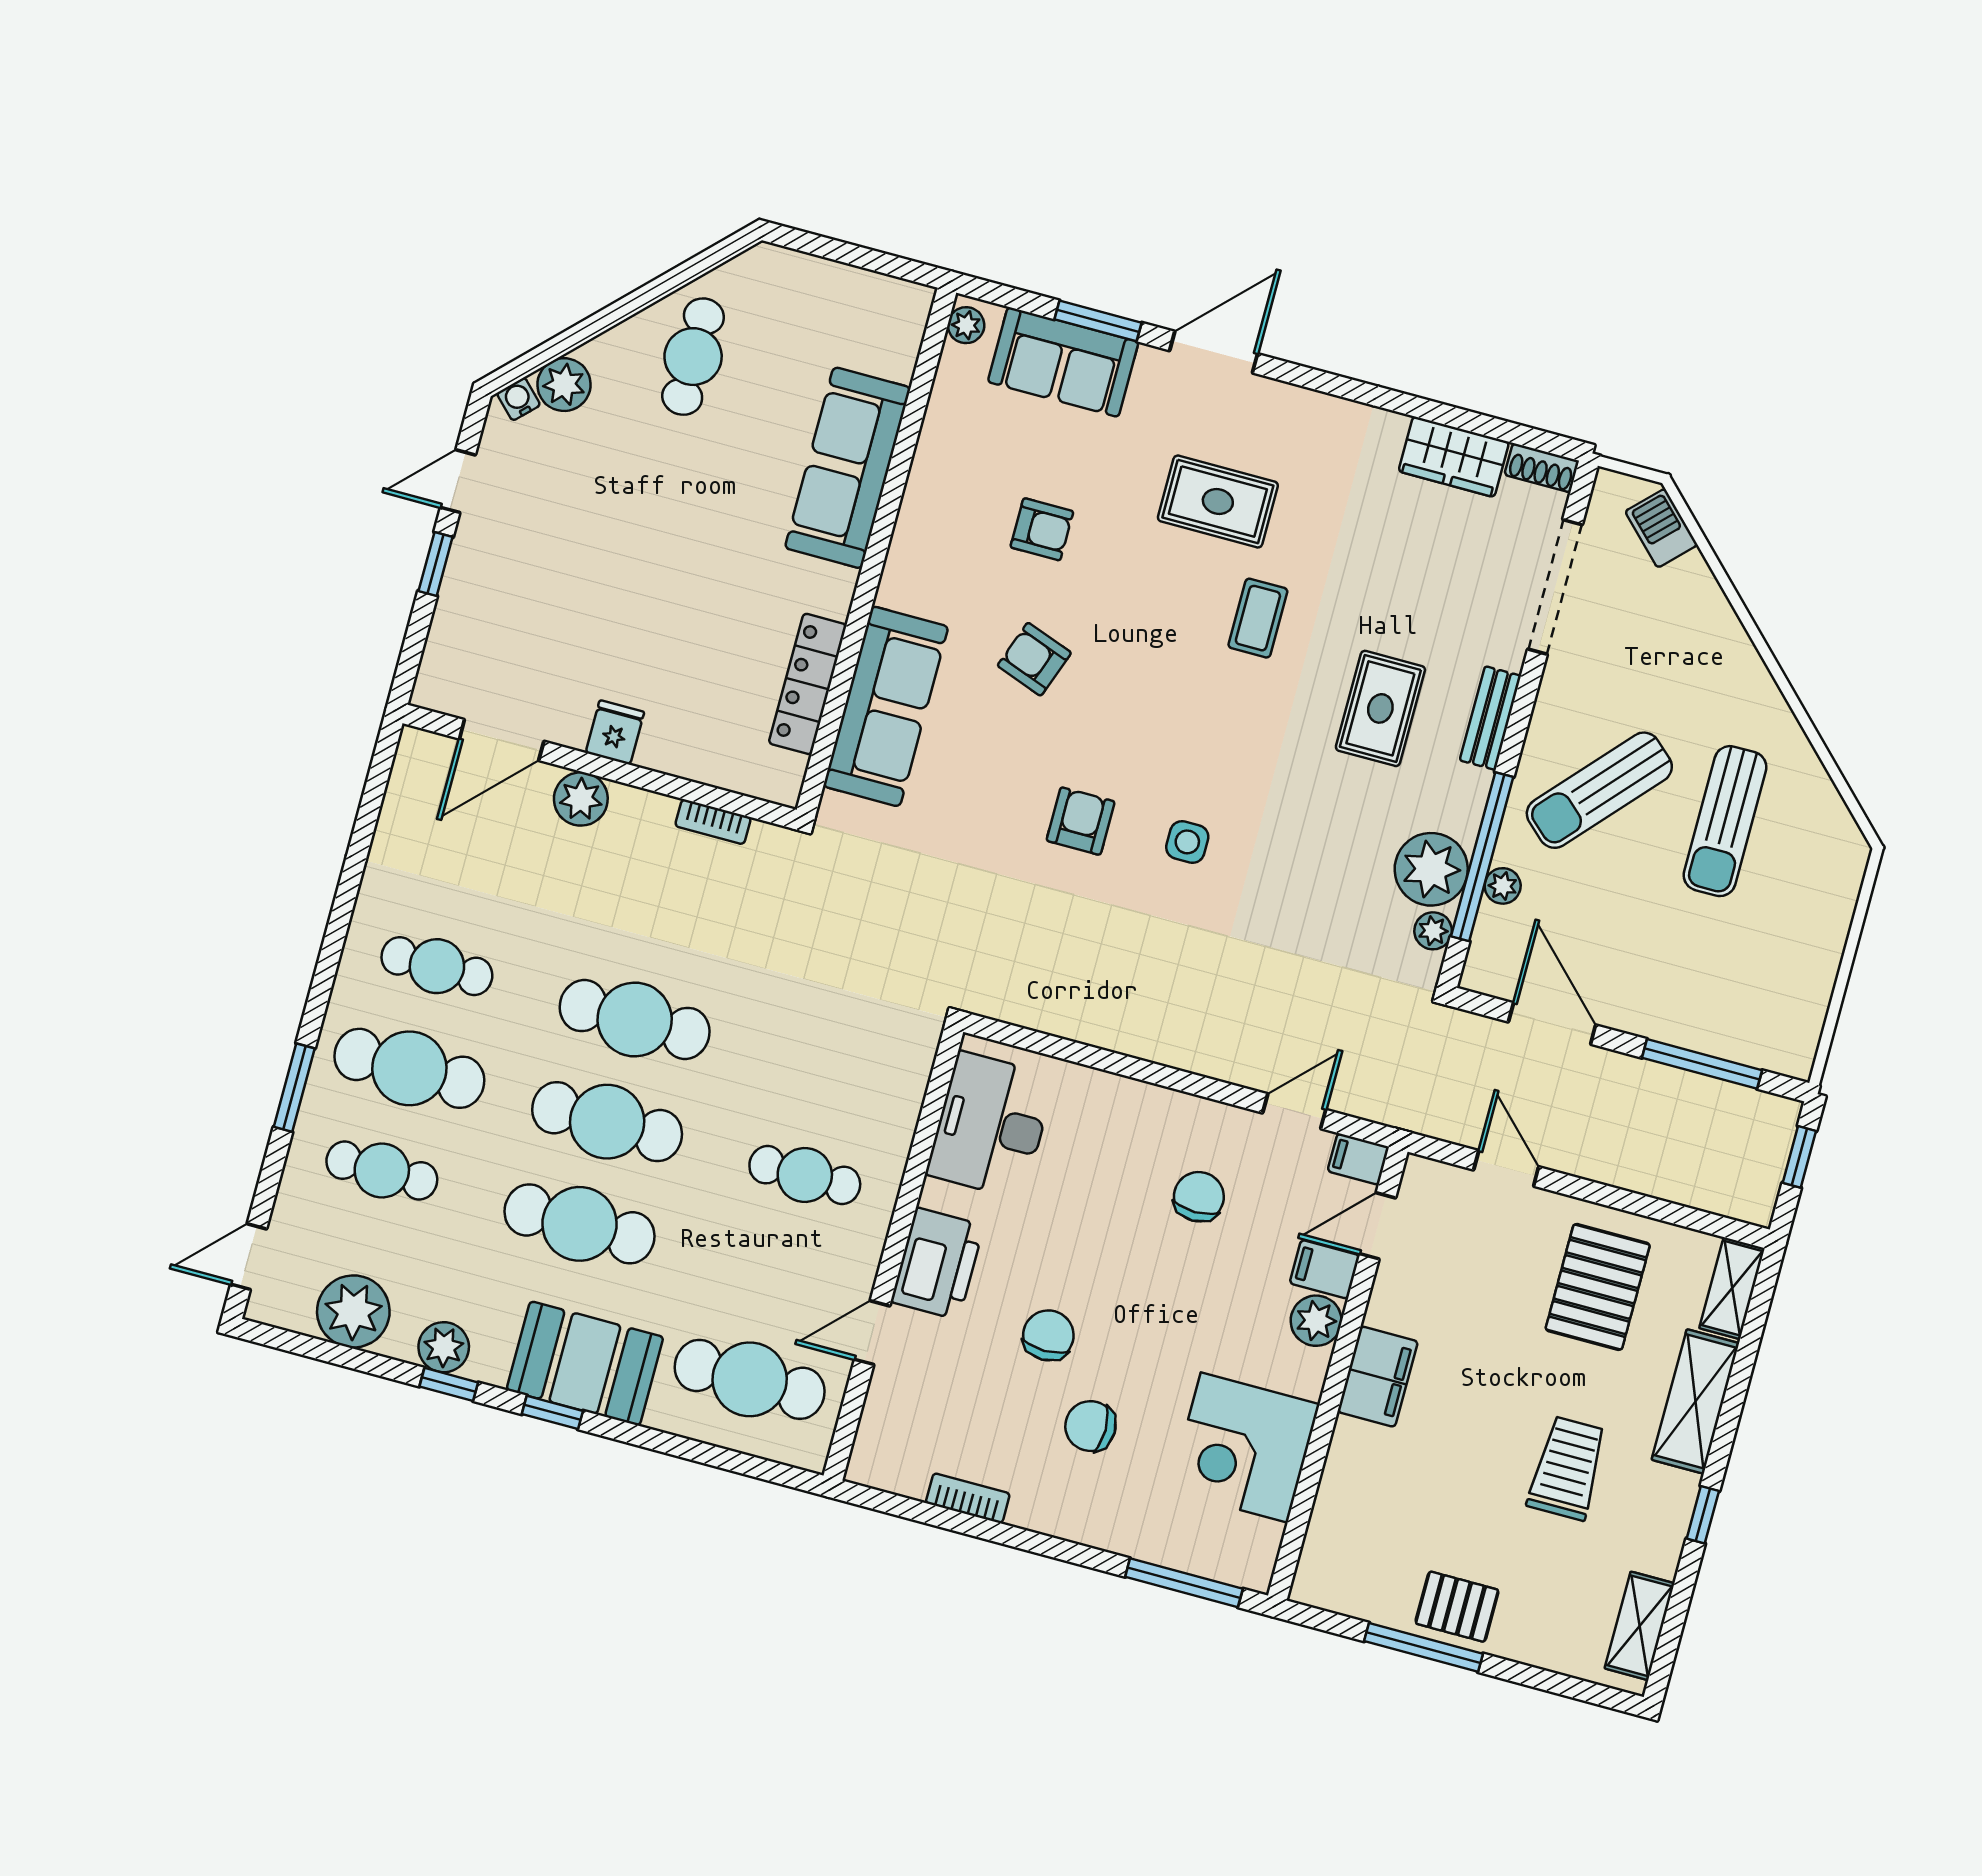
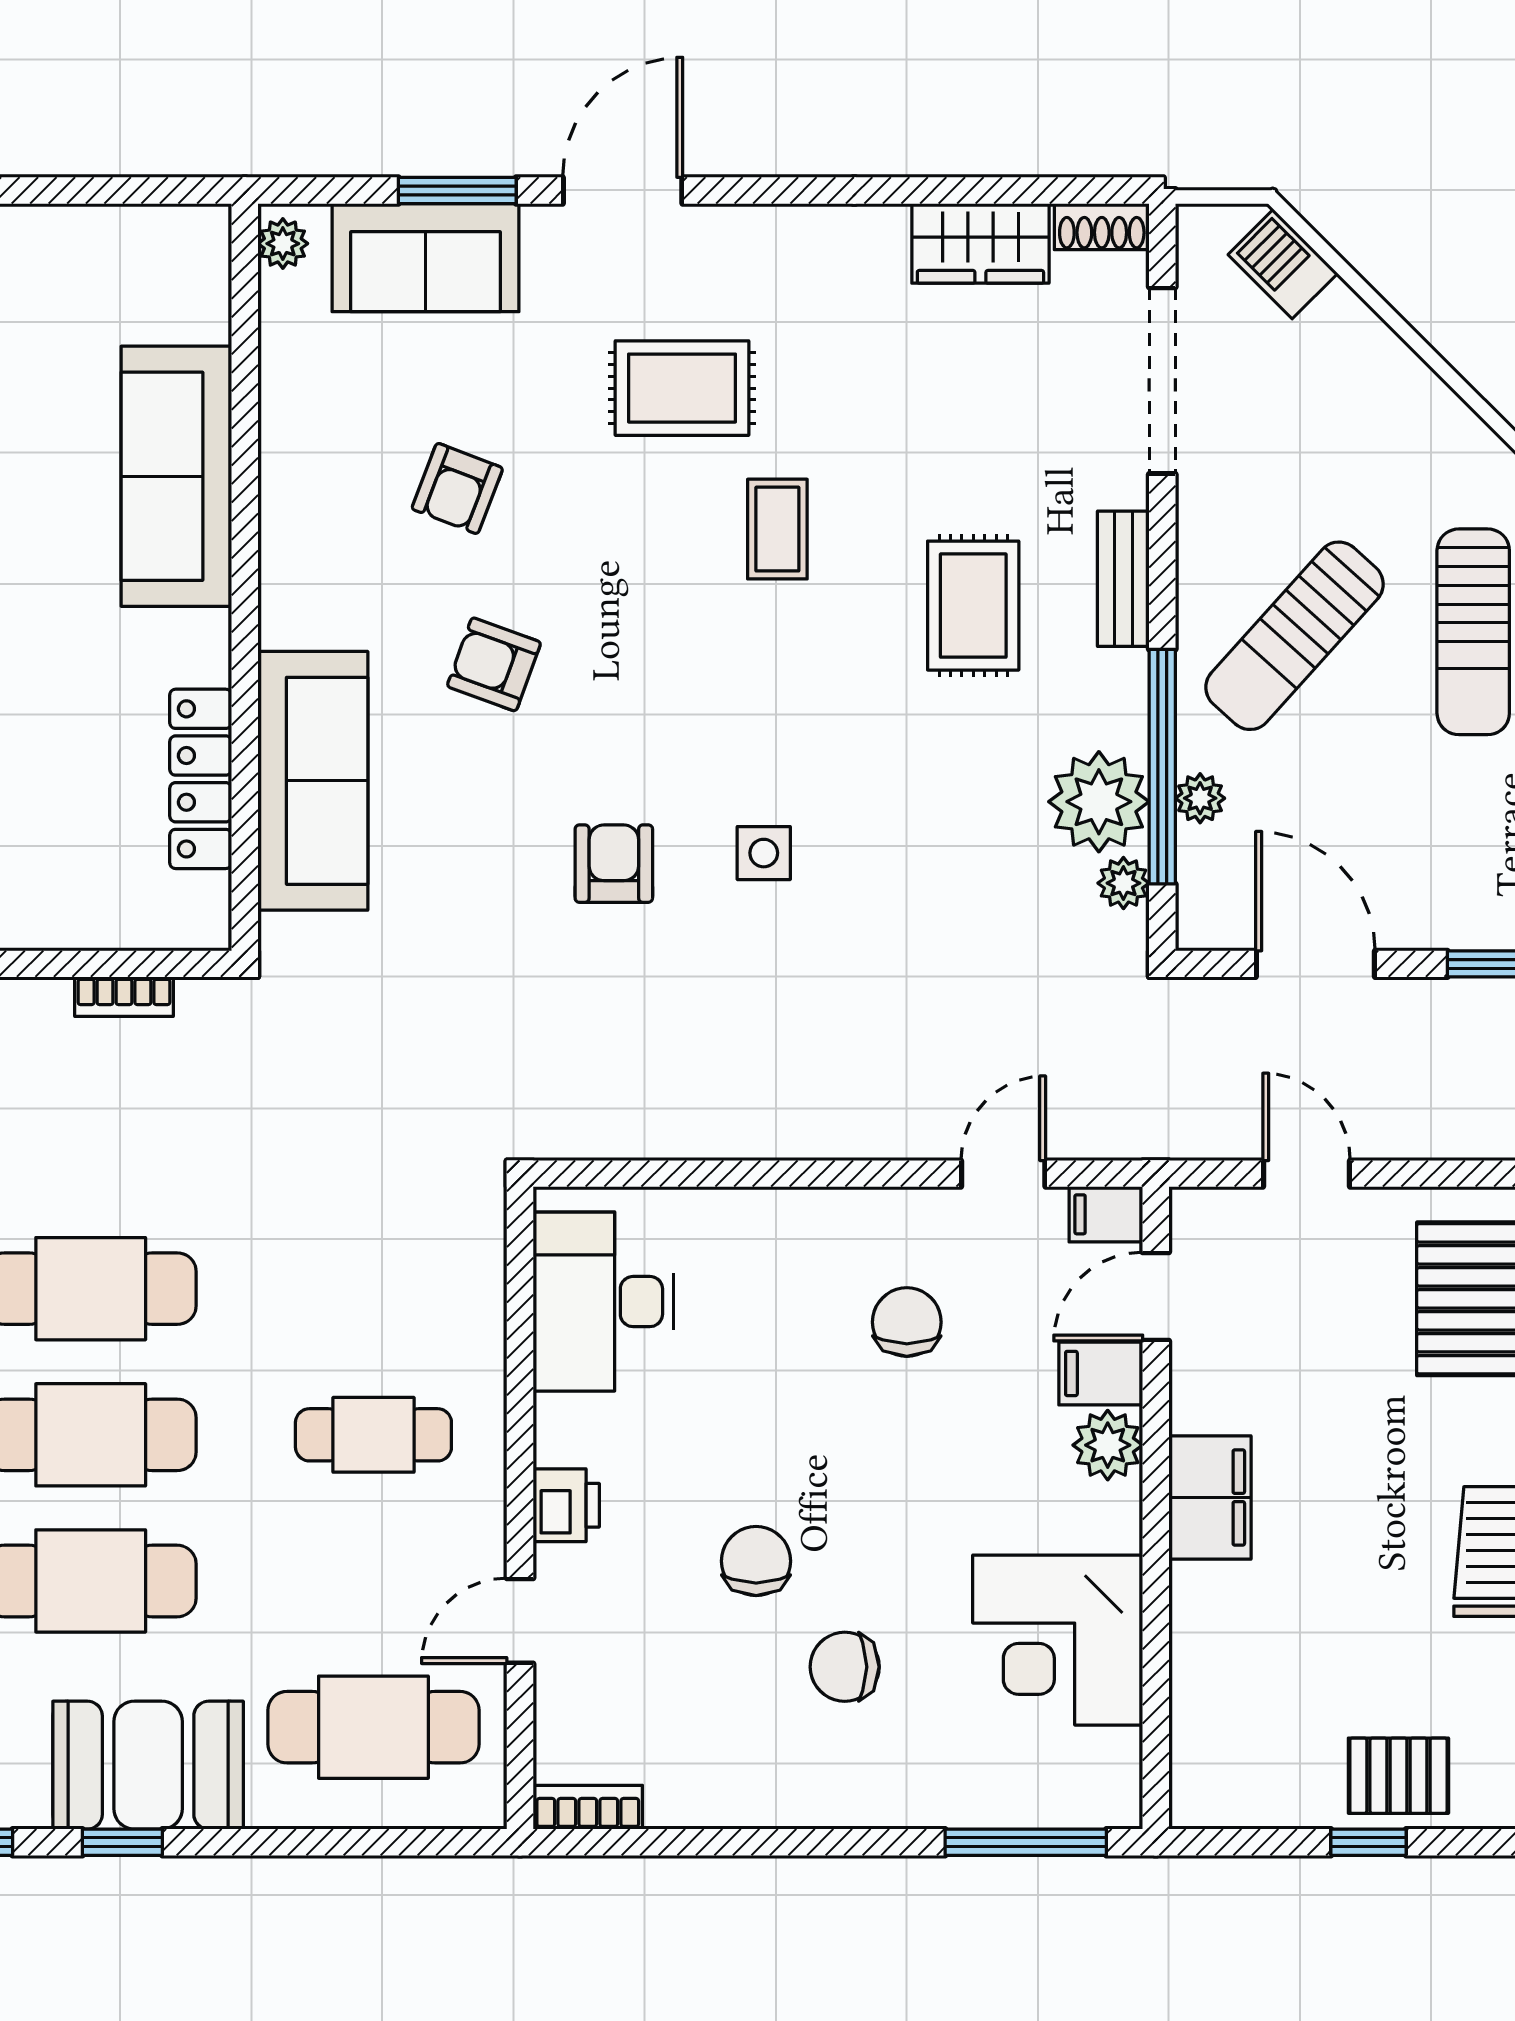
armchair: (1042, 529) -> (457, 488), turned 111
printer: (937, 1264) -> (566, 1505), width x0.53, depth x0.68
bookcase: (968, 1498) -> (588, 1807), moved
window: (1423, 1647) -> (1368, 1842), width x0.46

